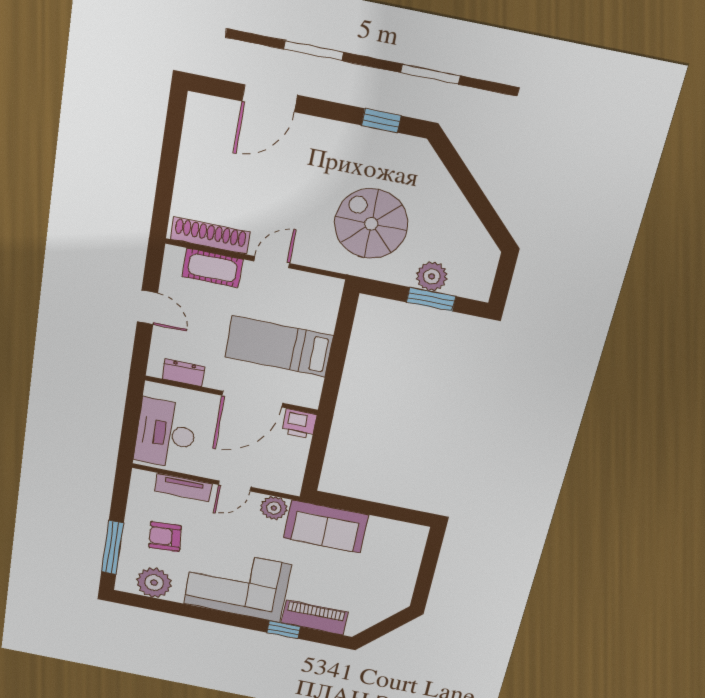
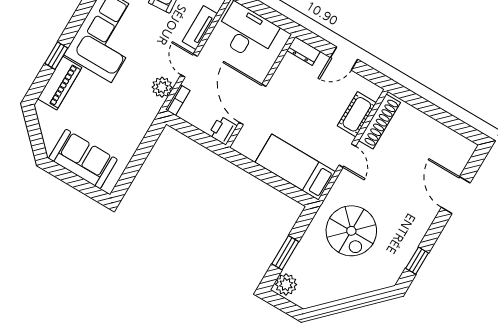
spiral stairs: (371, 224) -> (351, 231), turned 90
plant: (432, 276) -> (286, 284), moved
bed: (279, 346) -> (295, 167), moved, turned -90
dresser: (183, 373) -> (304, 51), moved, turned 90
bookcase: (282, 486) -> (178, 100), added
sofa: (326, 527) -> (83, 159), moved, turned 90

